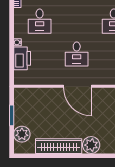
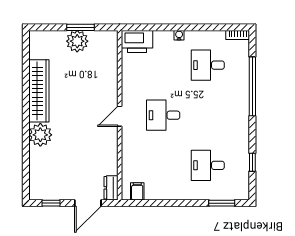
printer: (22, 58) -> (137, 41), moved
door: (78, 86) -> (120, 116), width x0.53
plant: (22, 134) -> (77, 41), moved

